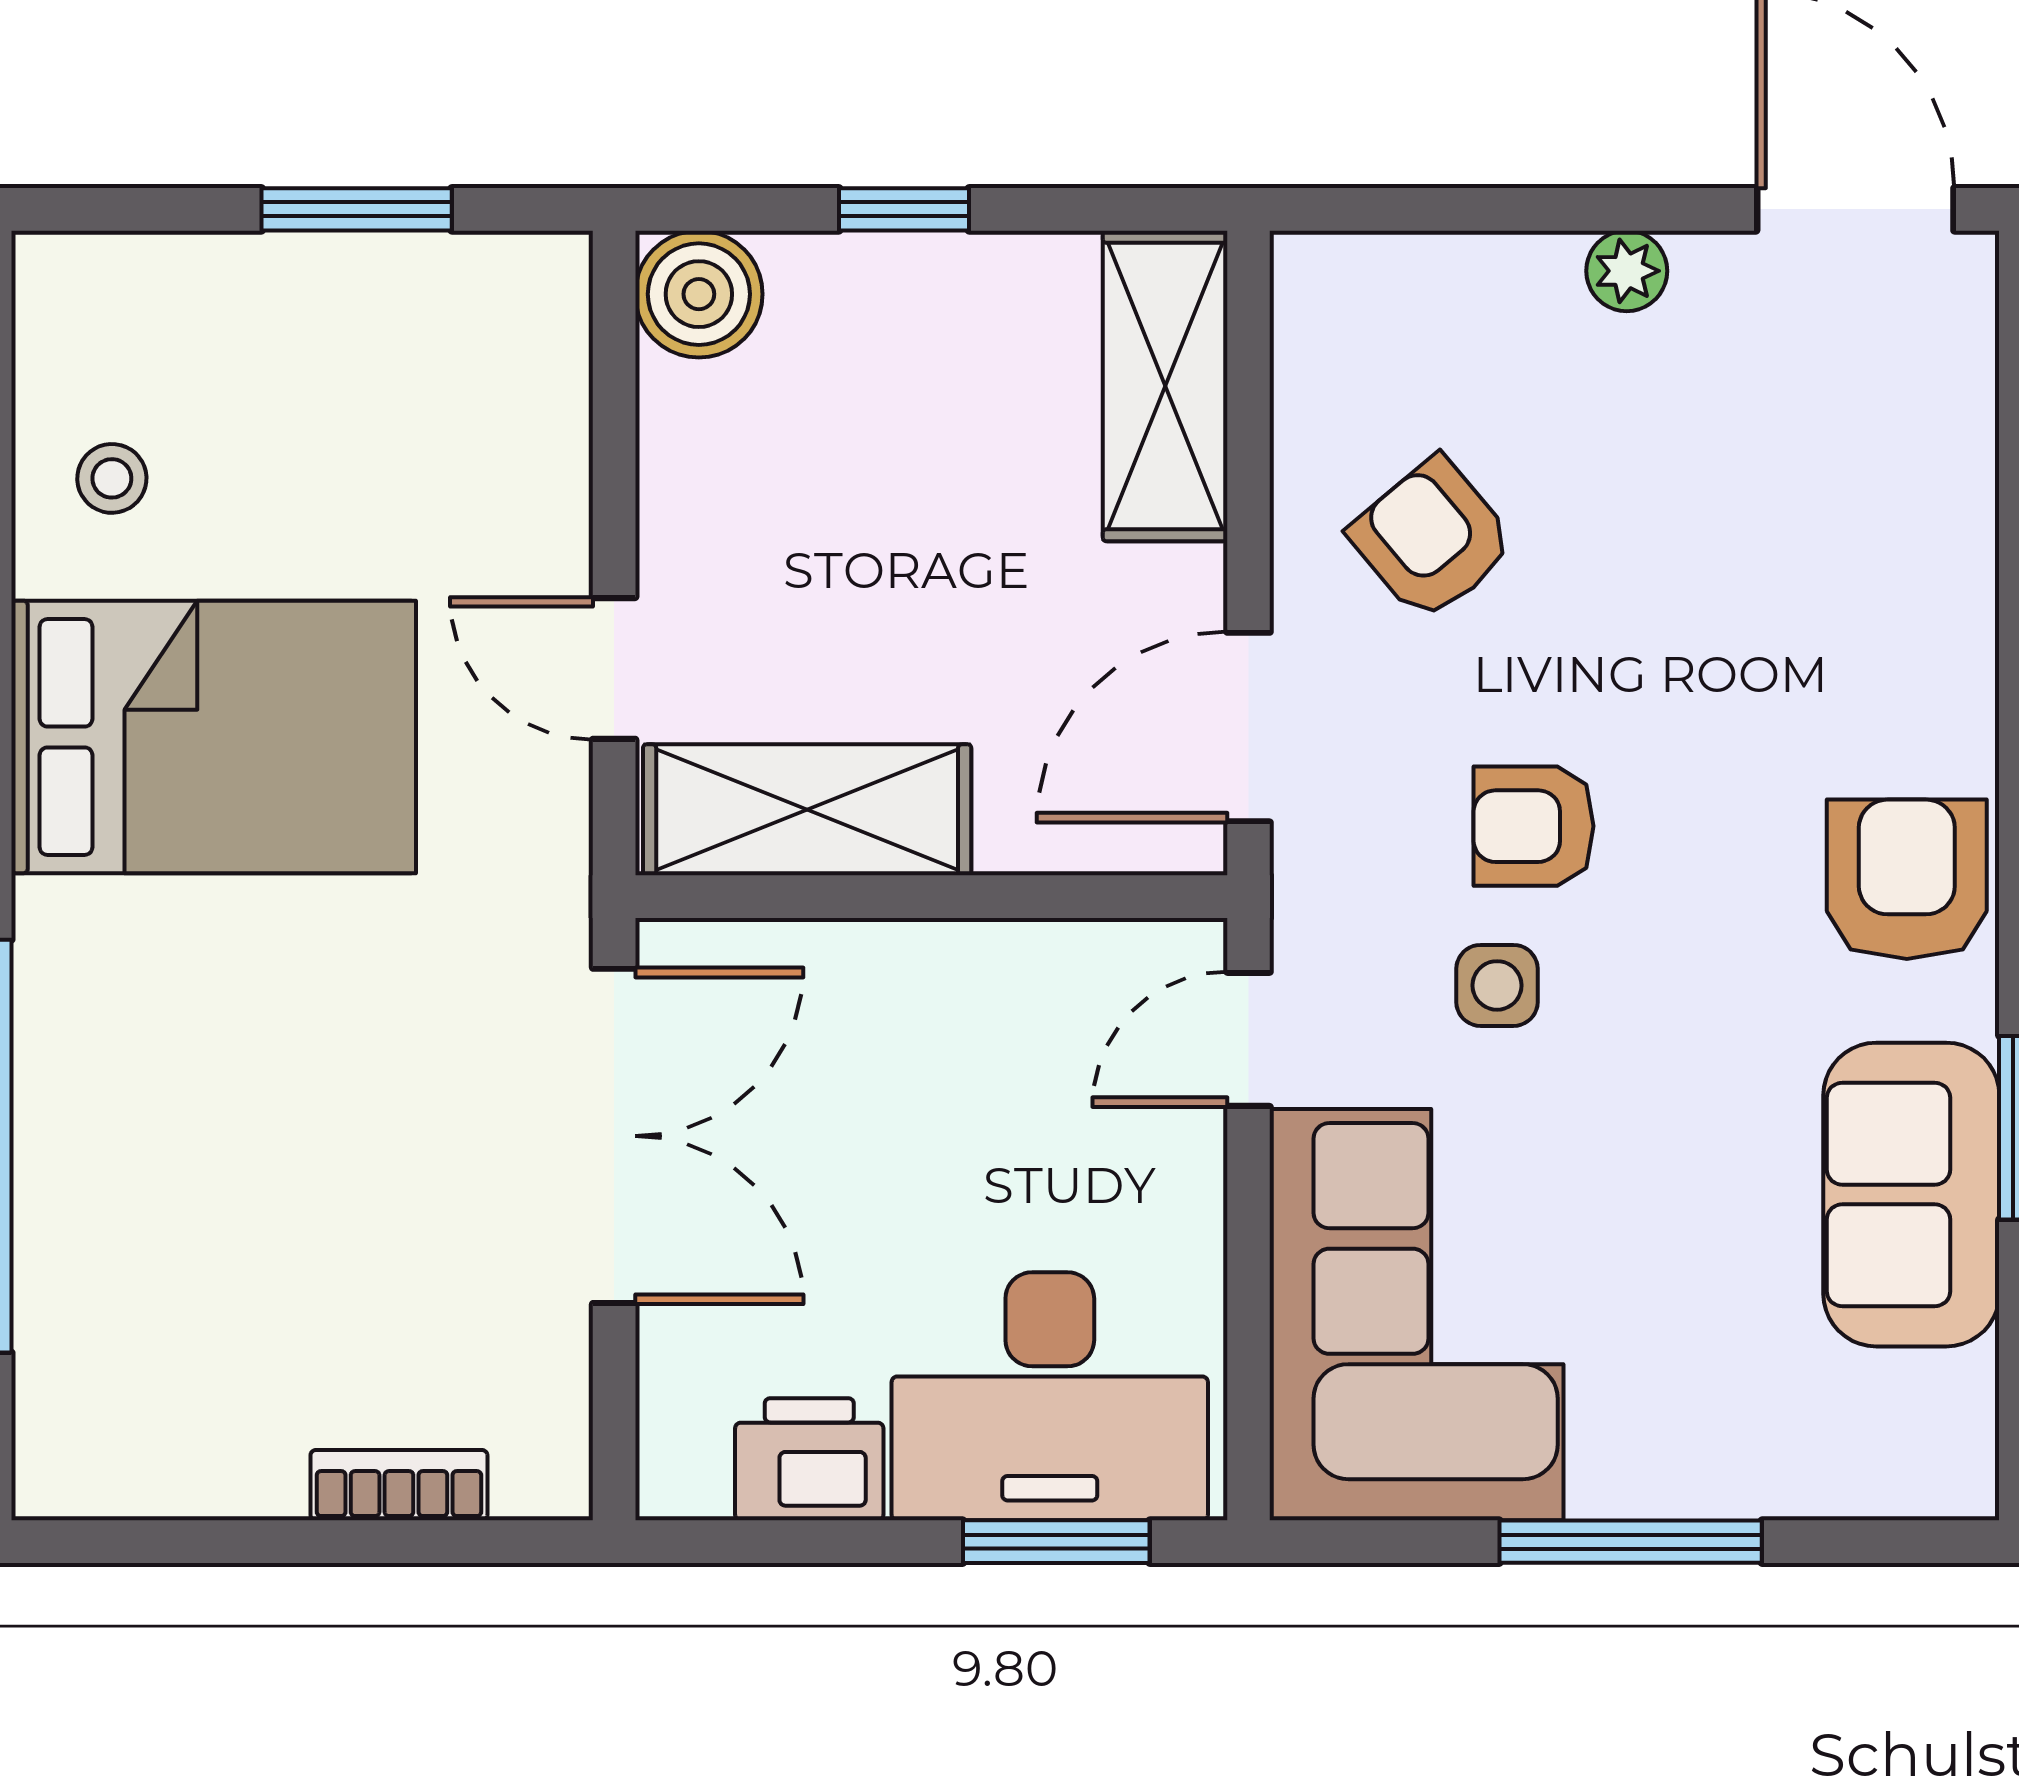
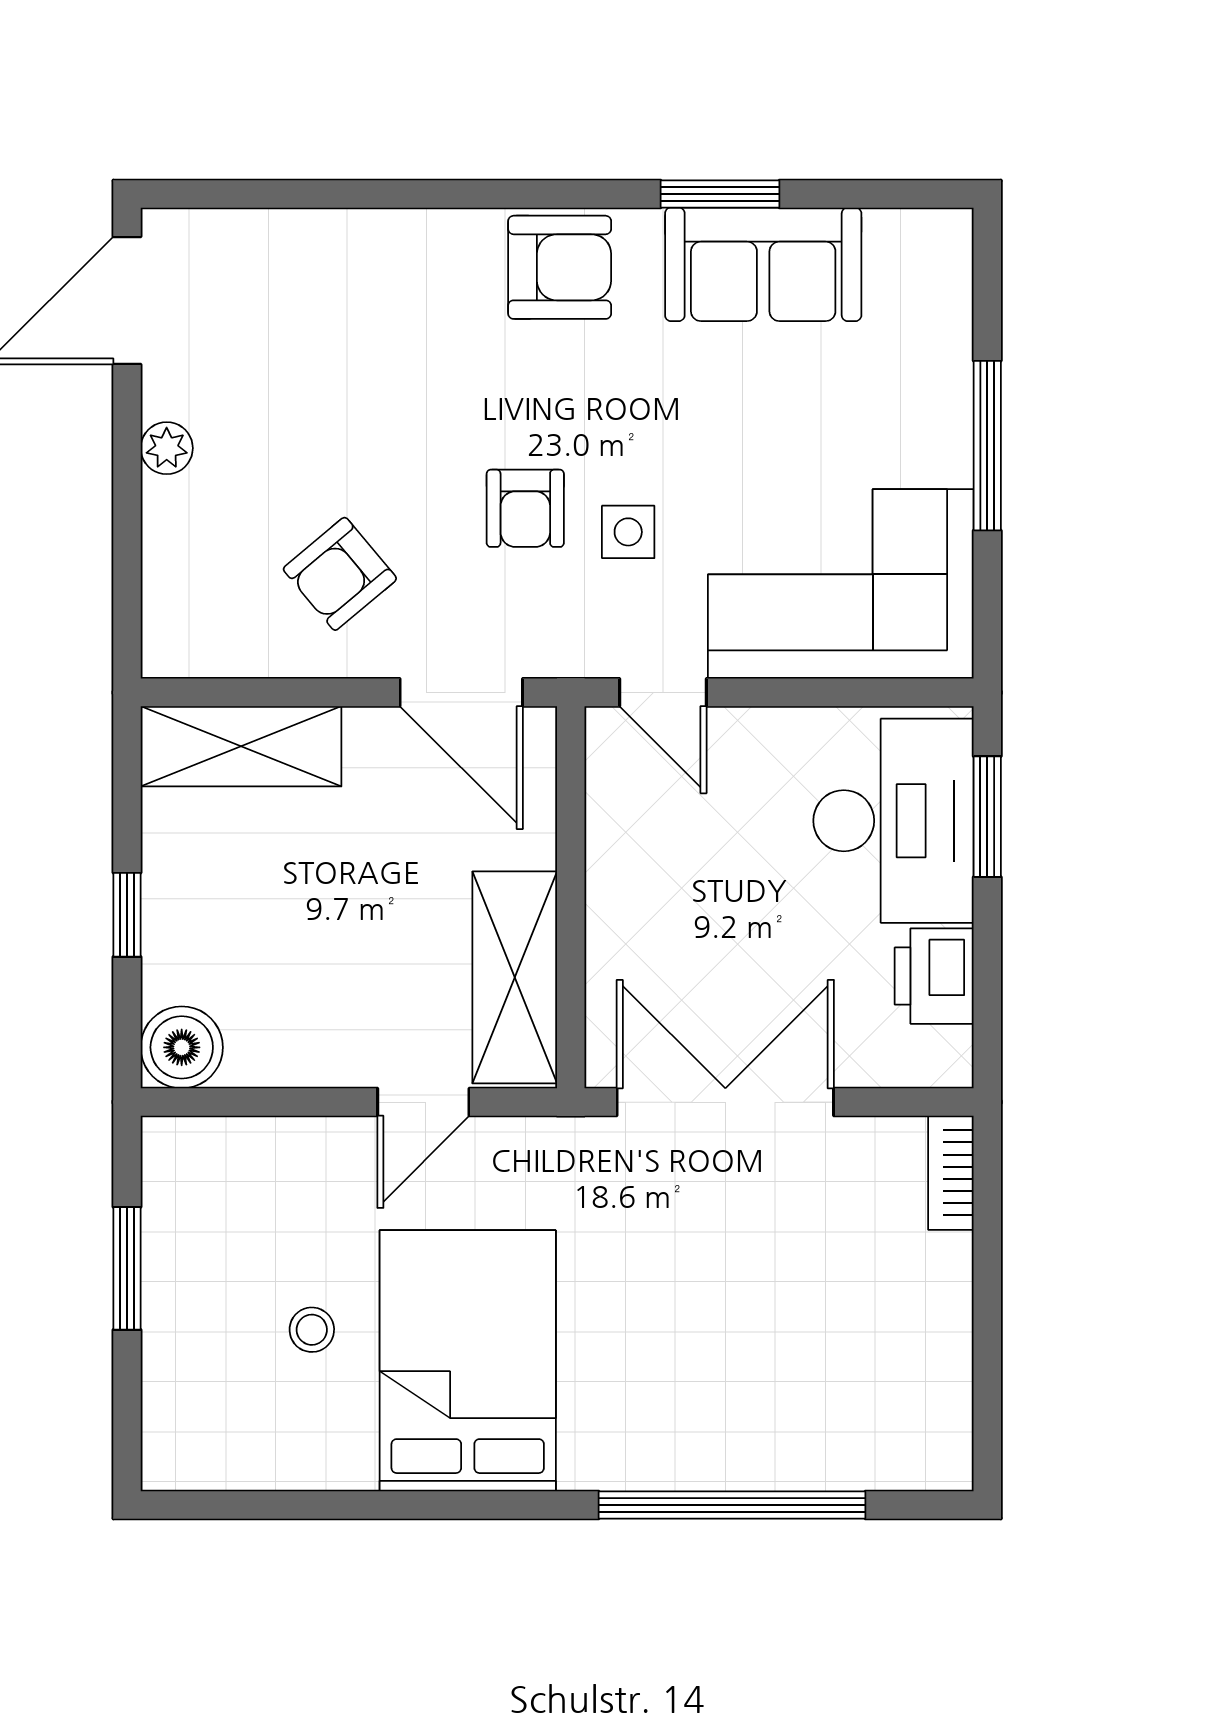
stool: (112, 478) -> (312, 1330), moved
armchair: (1907, 879) -> (560, 267), turned 180
bookcase: (399, 1485) -> (951, 1173), moved

